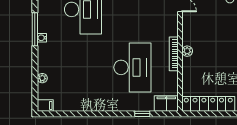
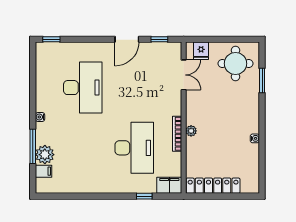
window: (35, 29) -> (33, 146), moved
plant: (42, 78) -> (45, 155), width x1.87, depth x1.87
filing cabinet: (45, 105) -> (44, 171), moved

